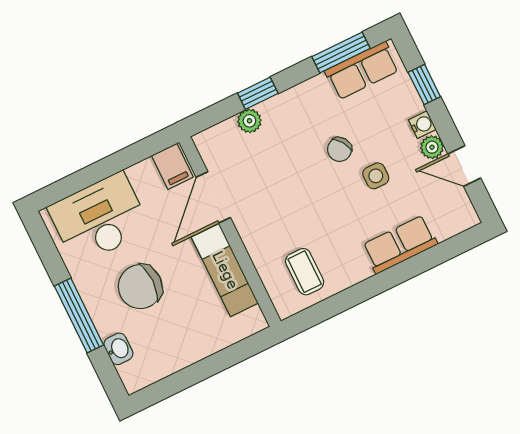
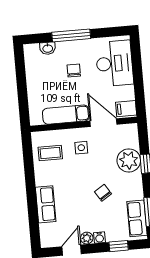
plant: (249, 121) -> (129, 160), width x1.87, depth x1.87
side table: (376, 176) -> (81, 148), moved
chair: (140, 287) -> (74, 70), width x0.54, depth x0.54

